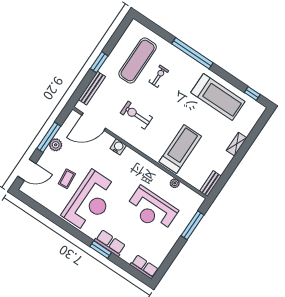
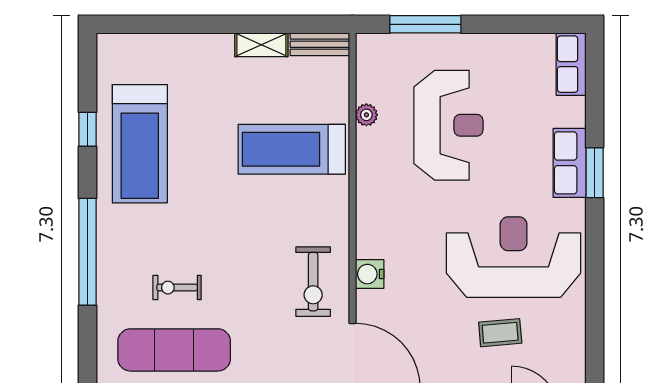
window: (252, 94) -> (87, 129), moved
treadmill: (218, 97) -> (140, 144), turned 180
exercise bike: (136, 115) -> (313, 282), moved
shelving: (237, 144) -> (261, 45), moved

